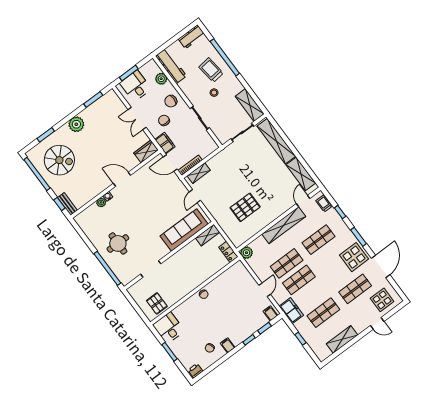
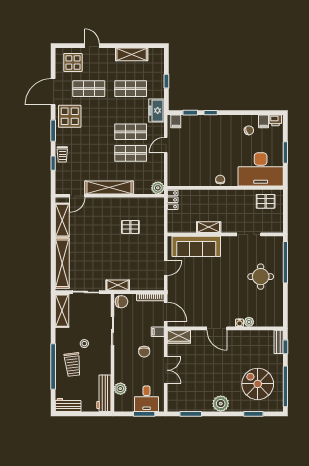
chair: (171, 101) -> (121, 302), moved
filing cabinet: (165, 143) -> (158, 332), width x0.50
shelving: (199, 173) -> (118, 285), moved
trolley: (324, 204) -> (62, 154), moved
pallet: (245, 207) -> (130, 227), width x0.67, depth x0.71
shelving: (208, 235) -> (209, 227), moved
shop shelf: (318, 240) -> (89, 153), removed
pallet: (157, 303) -> (266, 201), turned 90
desk: (169, 328) -> (261, 169), width x1.87, depth x1.30
filing cabinet: (228, 345) -> (264, 121), moved

